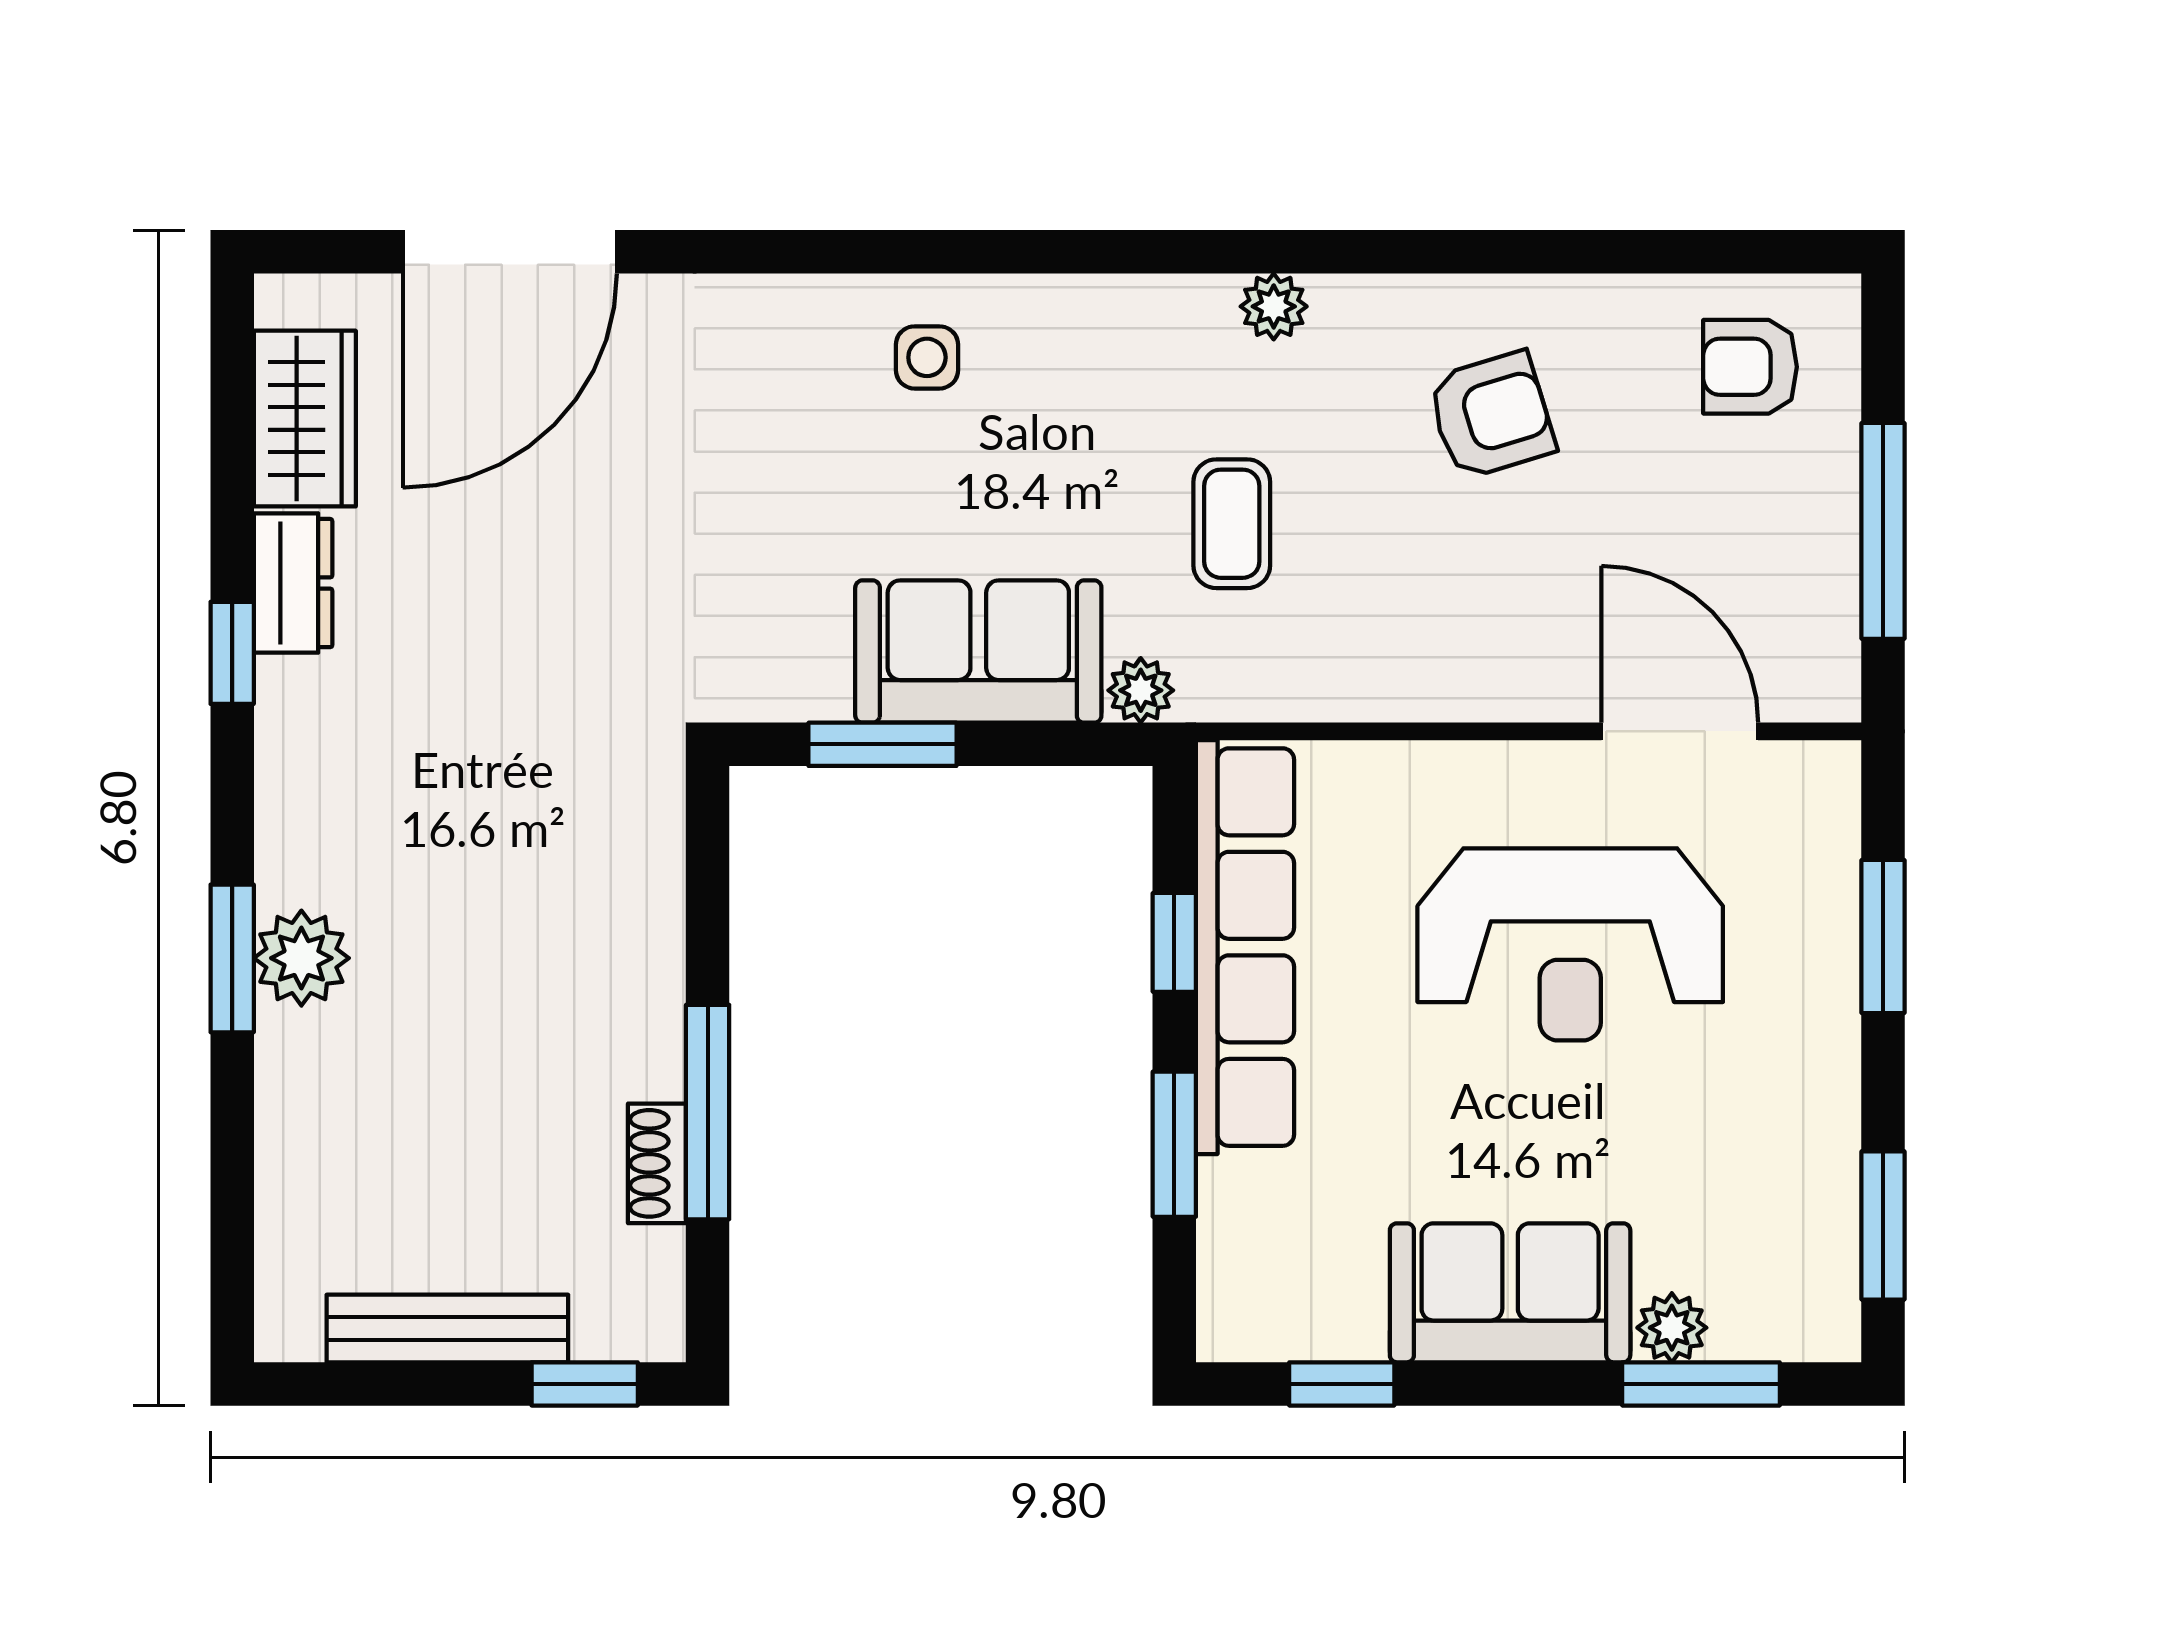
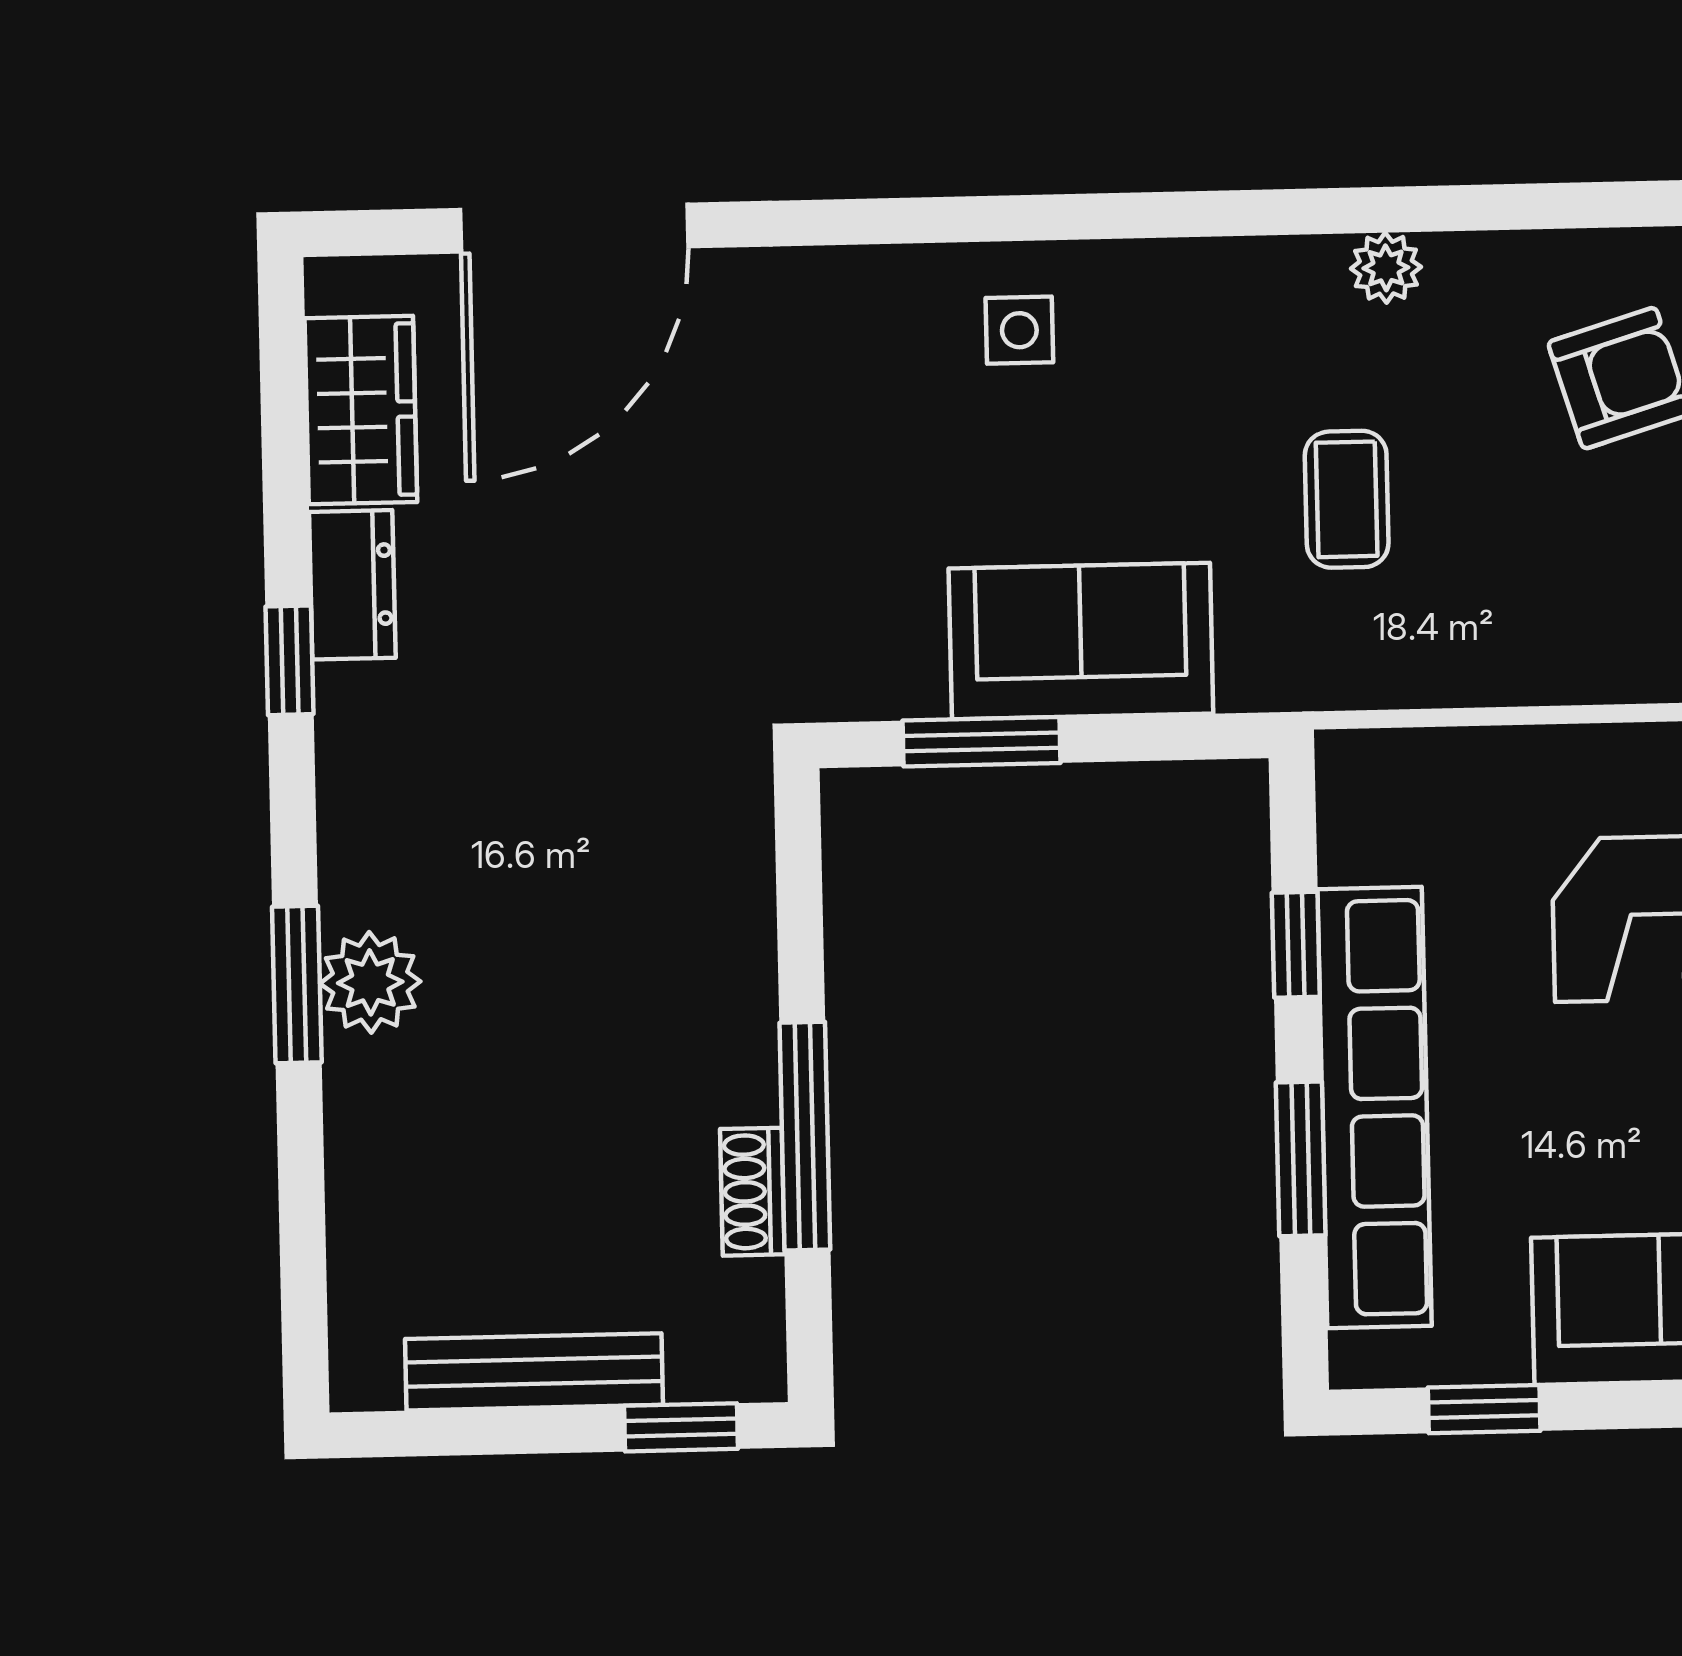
plant: (1141, 690) -> (1254, 678), removed
row of seats: (1245, 947) -> (1375, 1107), moved

